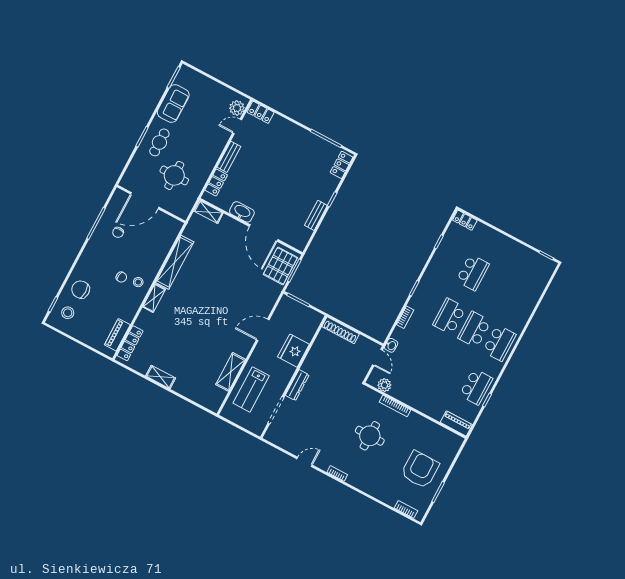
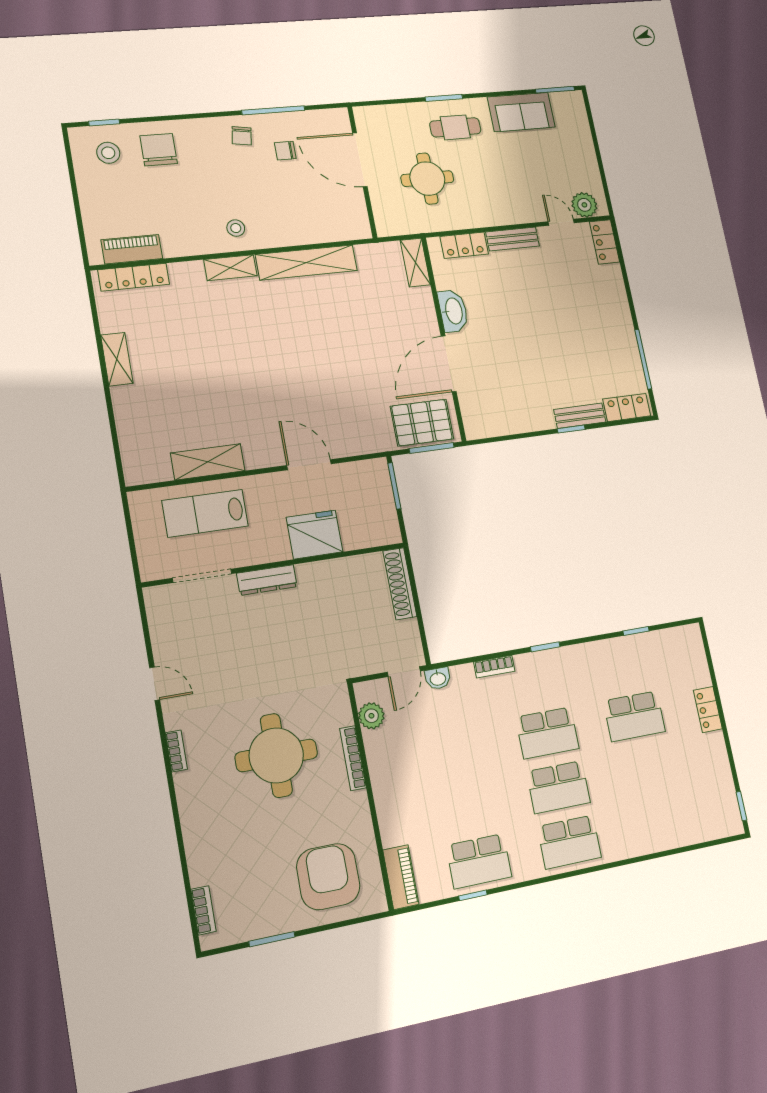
bench: (316, 215) -> (580, 416), moved
locker: (465, 220) -> (708, 710), moved
chair: (121, 277) -> (242, 136), moved
school desk: (449, 316) -> (547, 733), turned 180
school desk: (474, 330) -> (558, 787), turned 180
round table: (370, 436) -> (276, 755), width x1.36, depth x1.36
armchair: (420, 470) -> (328, 877), moved, turned -90

